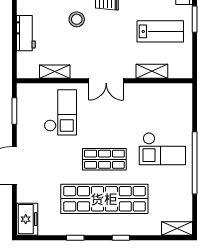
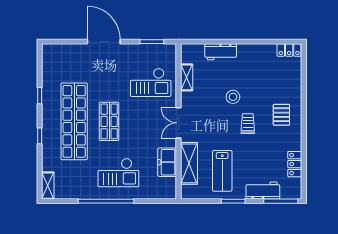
shelving: (152, 71) -> (189, 163), width x1.50, depth x1.33
checkout: (162, 149) -> (118, 173), turned -90
freezer: (27, 219) -> (167, 162), moved, turned 90

